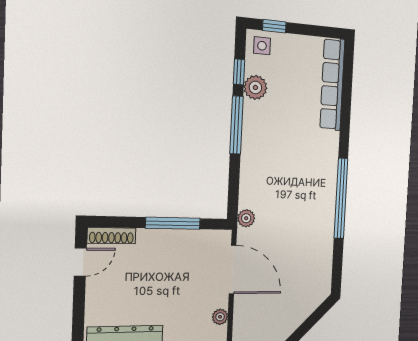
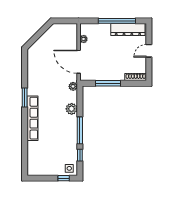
row of seats: (332, 84) -> (33, 118), moved
plant: (255, 87) -> (72, 109), moved
window: (341, 198) -> (25, 97), width x0.47
door: (80, 262) -> (149, 51), moved

